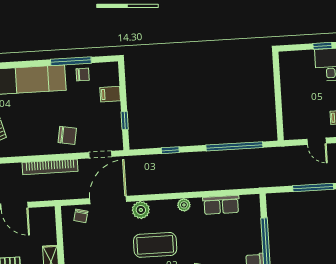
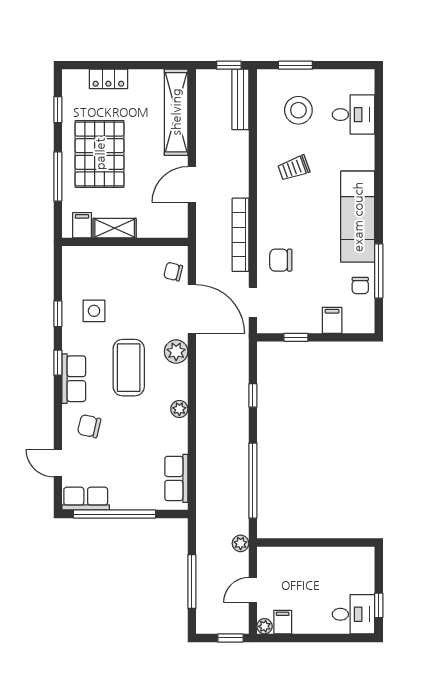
chair: (67, 135) -> (281, 260), turned 80
plant: (282, 153) -> (241, 543), added
row of seats: (221, 205) -> (176, 478), moved

